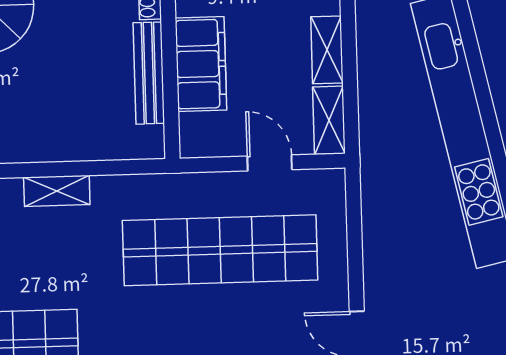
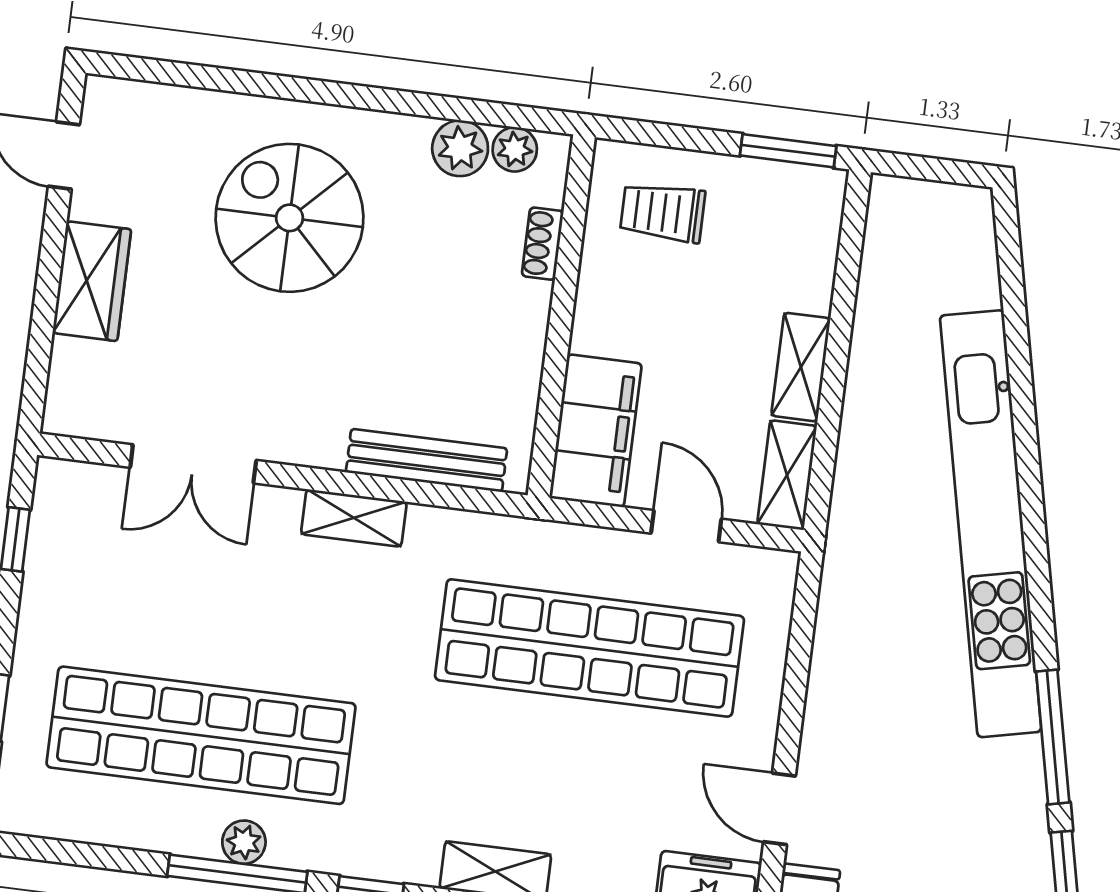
filing cabinet: (201, 64) -> (596, 431), moved
bench: (149, 73) -> (427, 460), moved, turned 90

